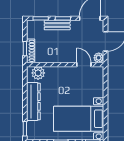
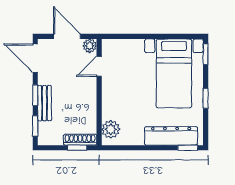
dresser: (33, 102) -> (171, 136), moved

